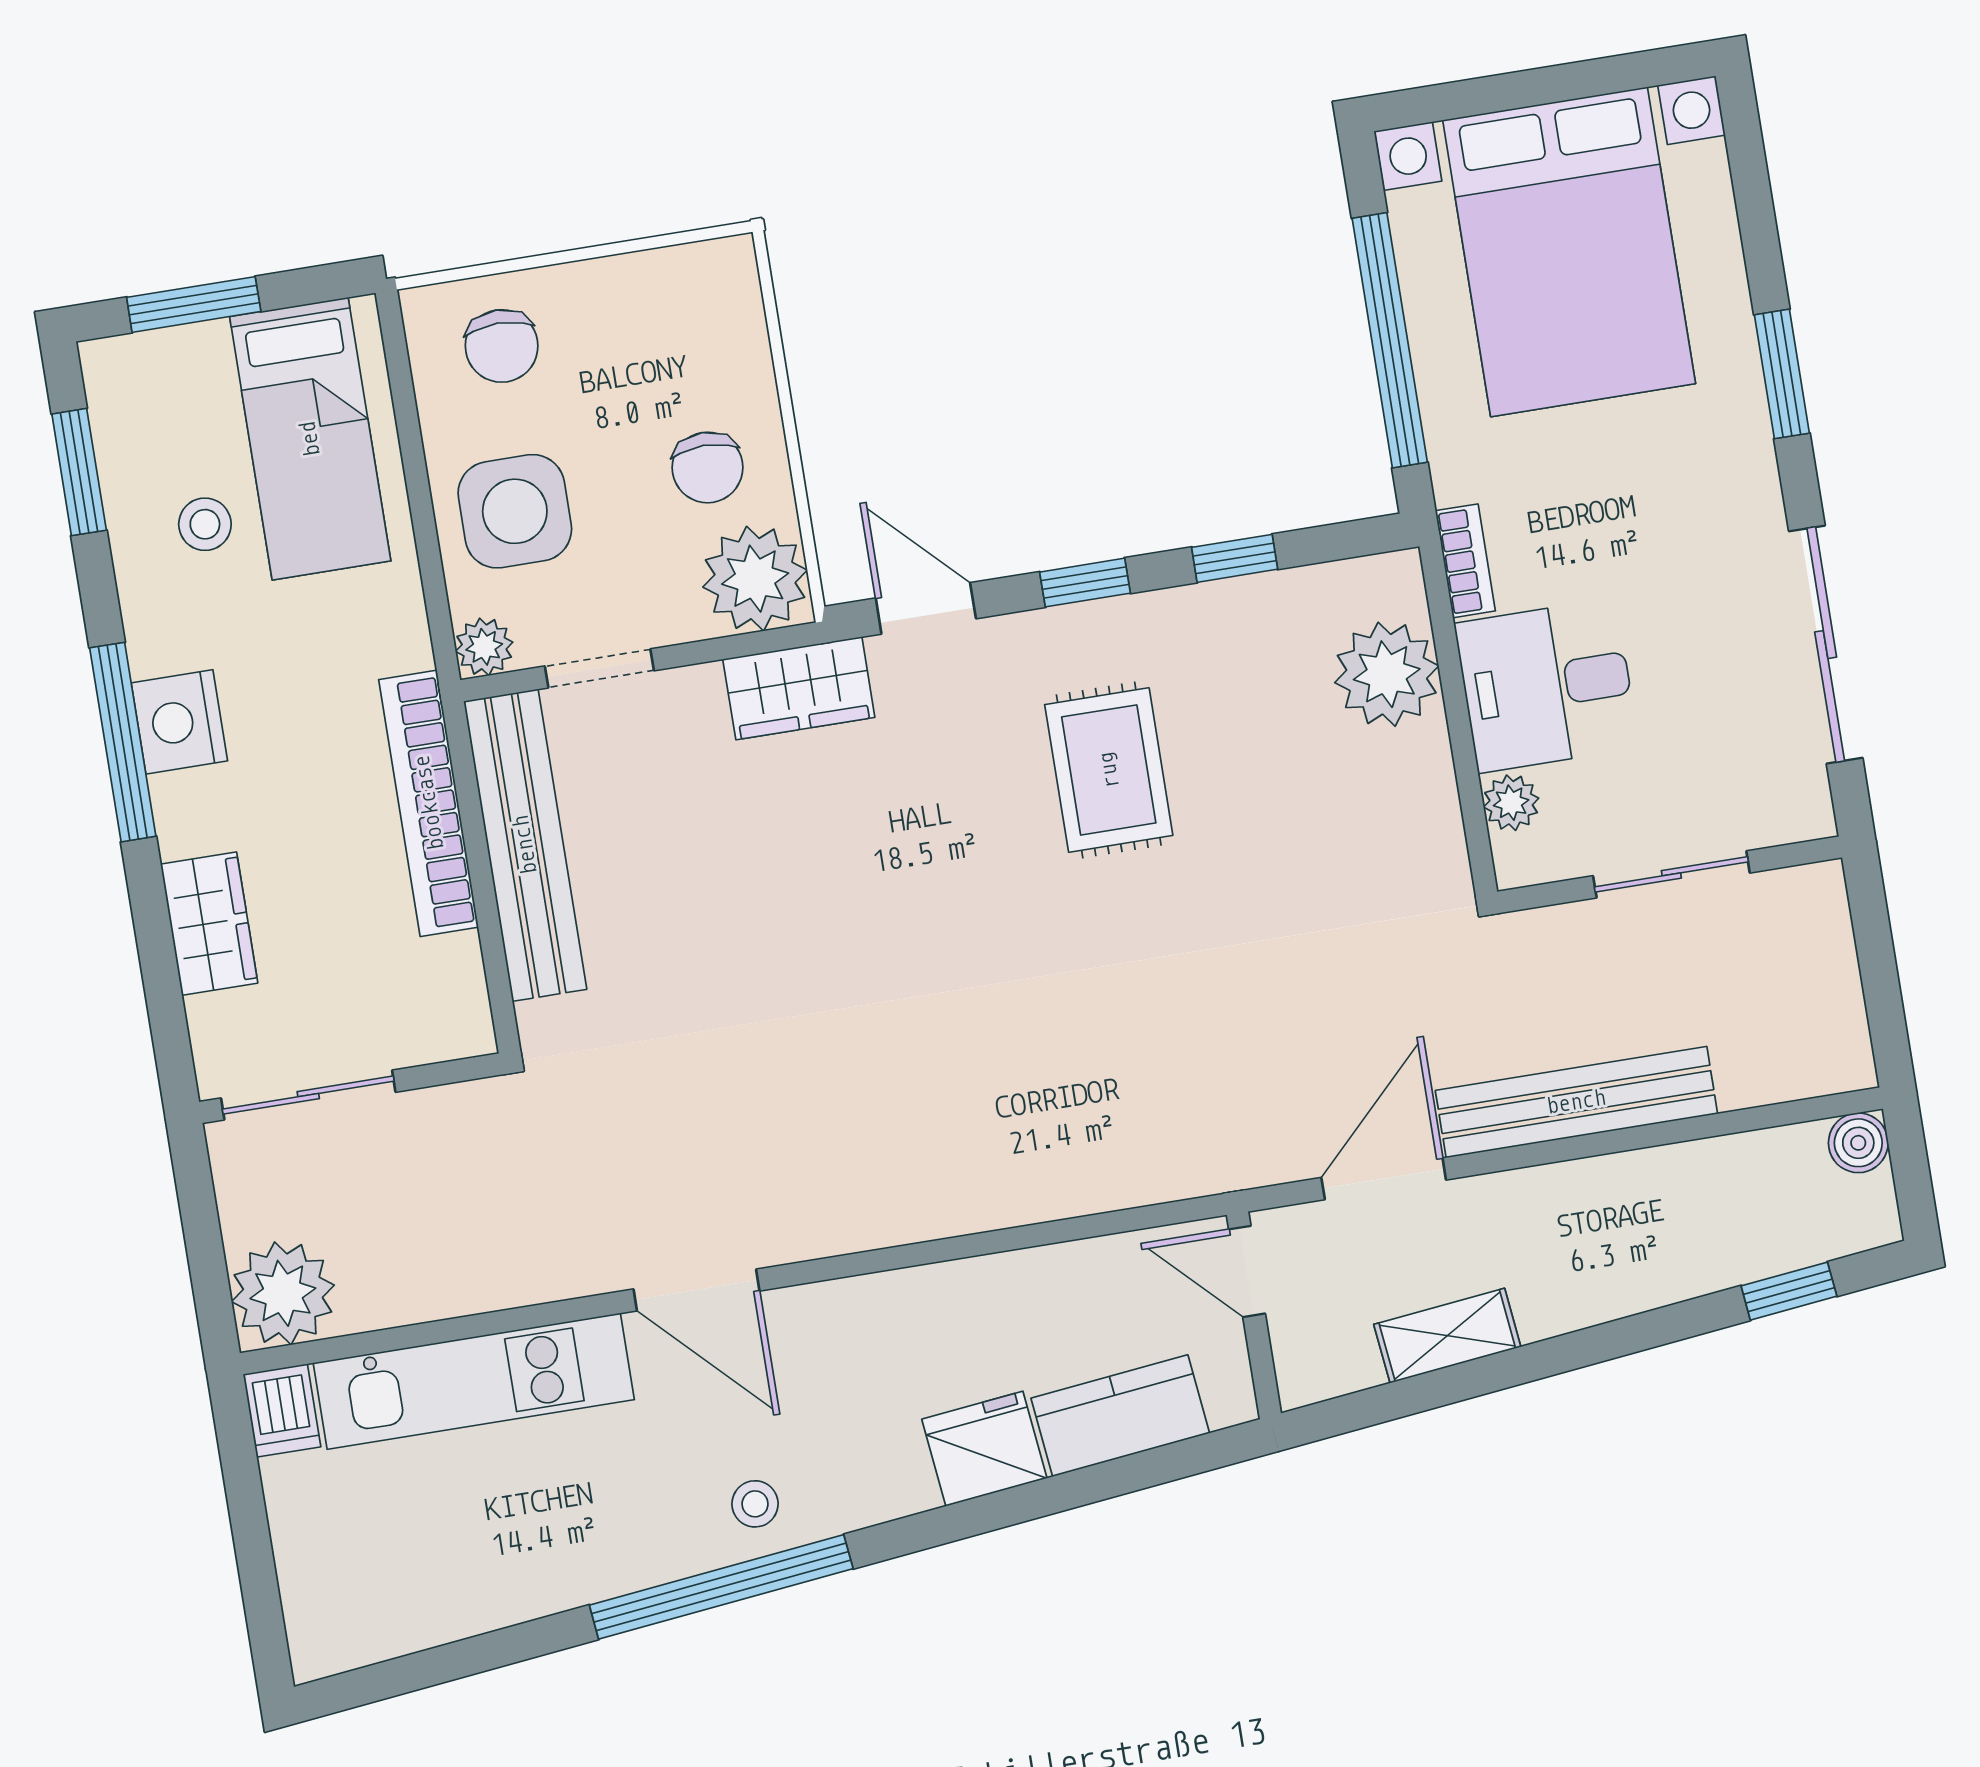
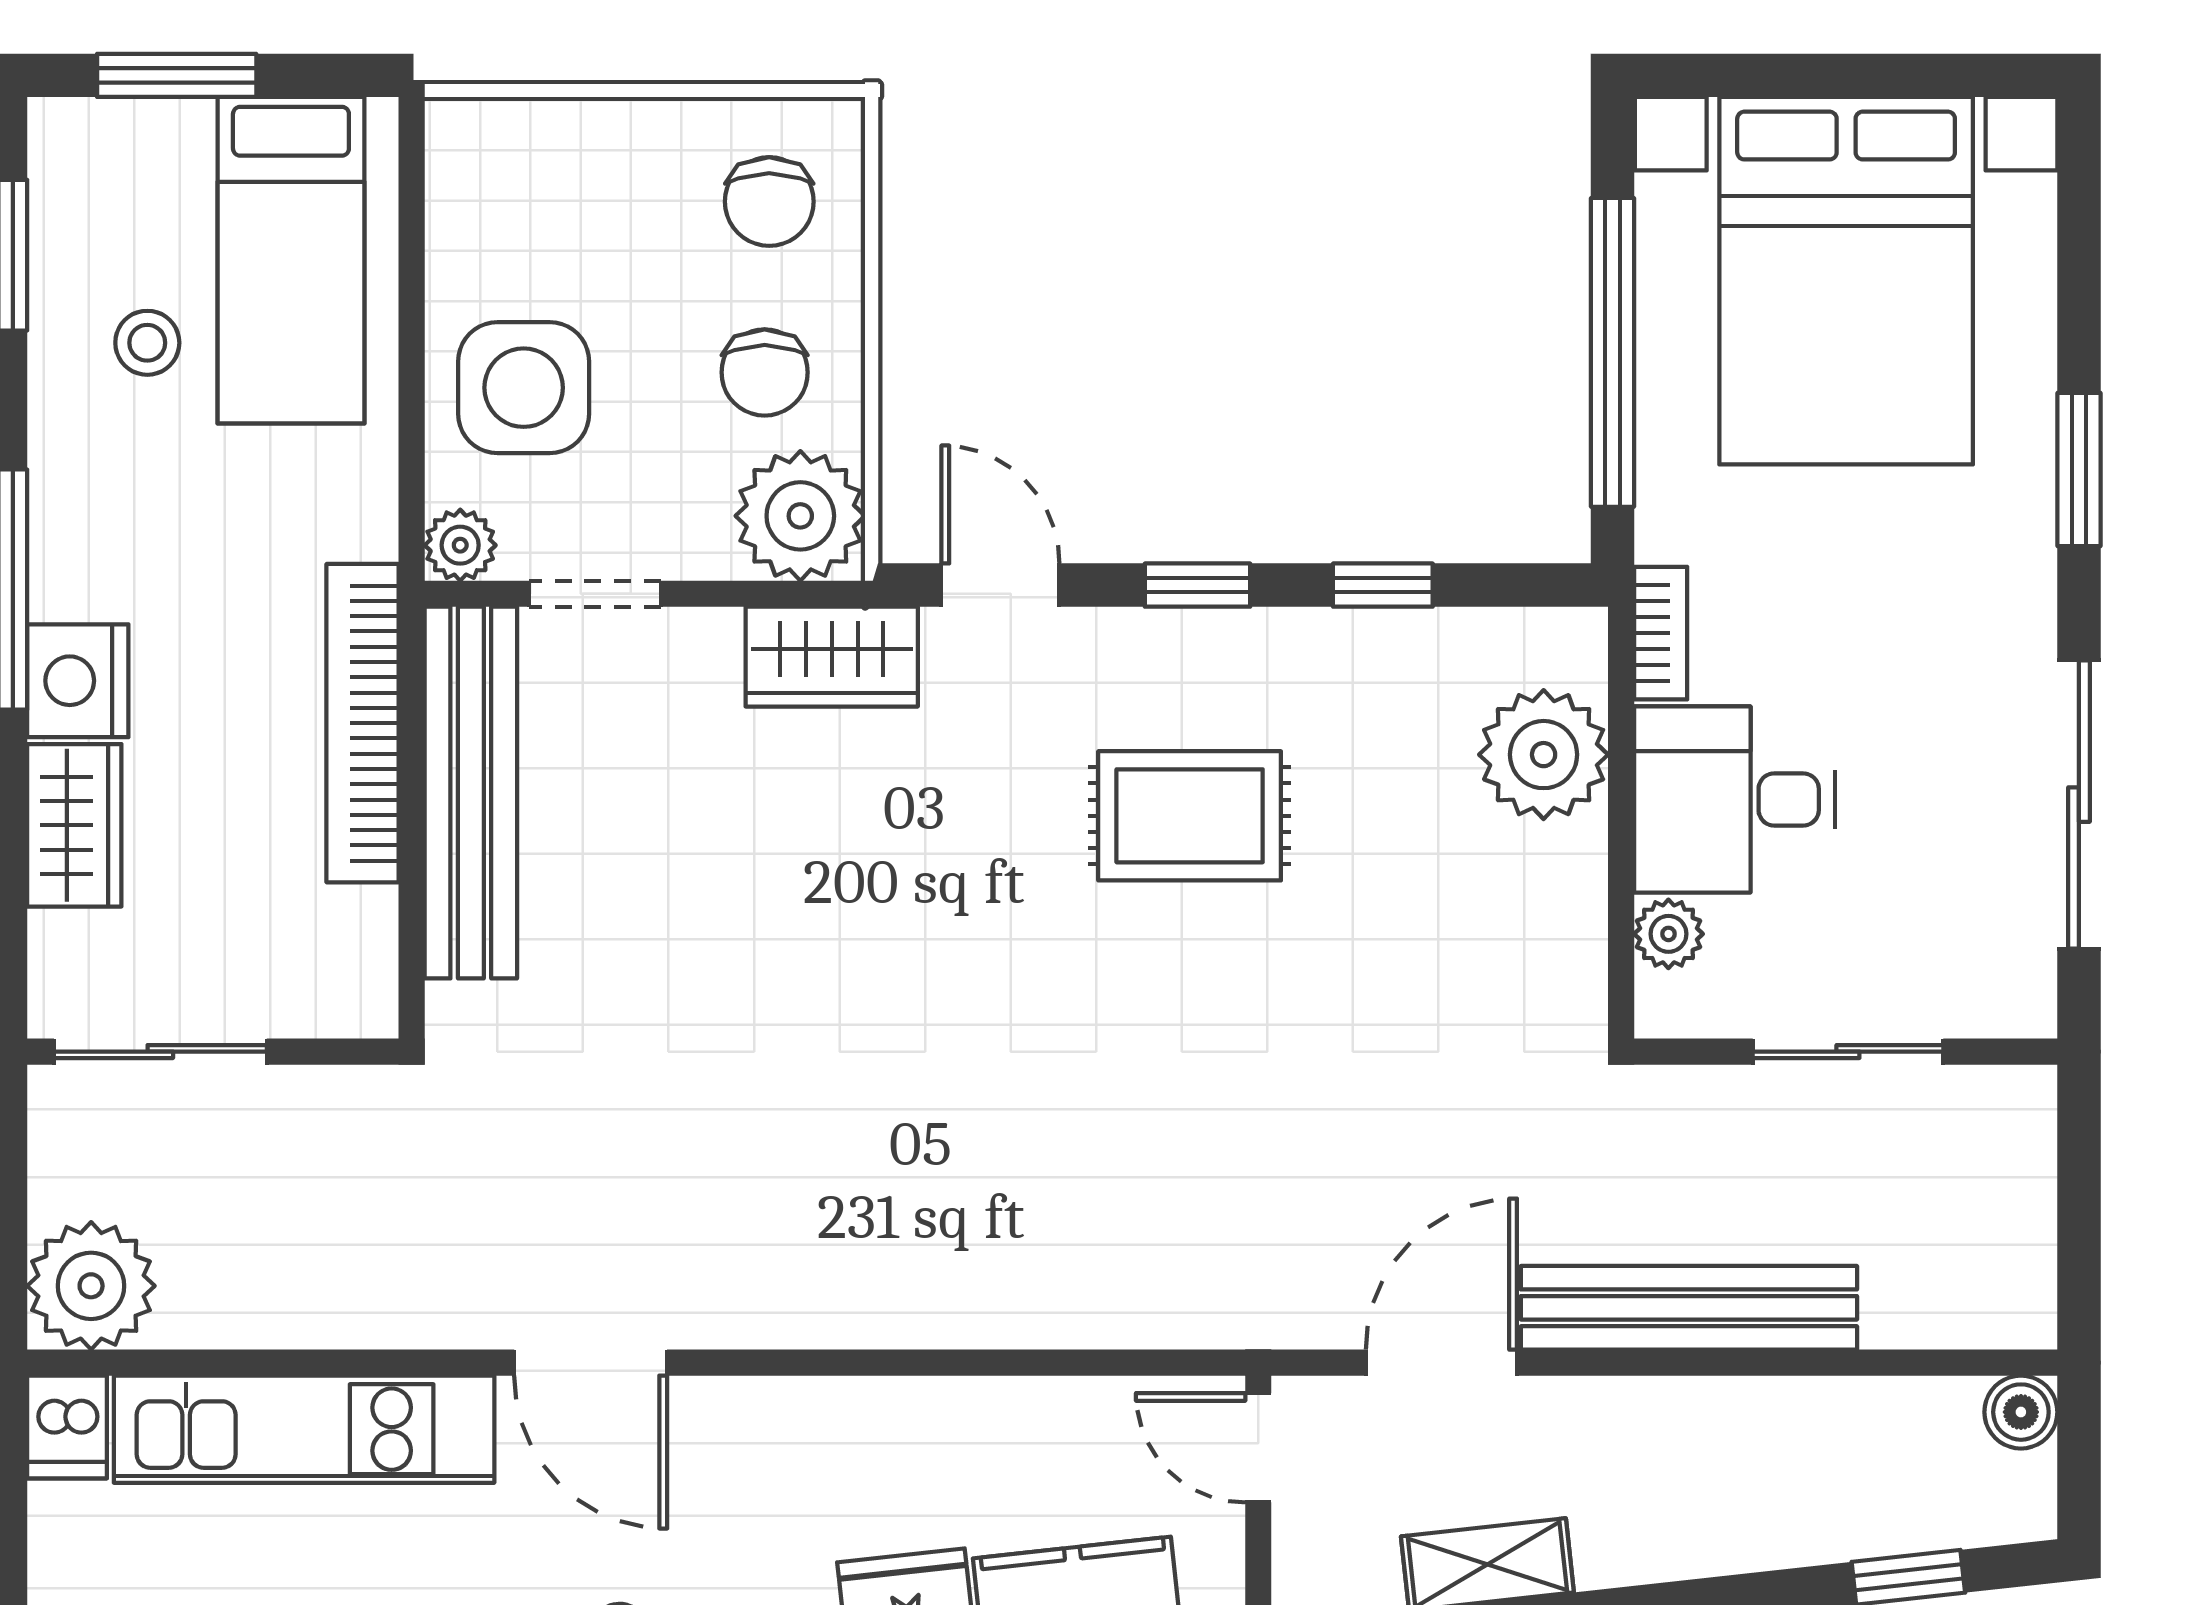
chair: (502, 346) -> (769, 202), moved
nightstand: (179, 722) -> (78, 681), moved
rug: (1109, 770) -> (1190, 816), turned 90

